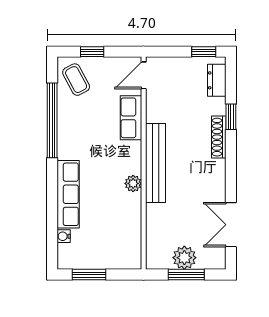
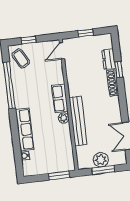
window: (204, 52) -> (86, 33), moved
dresser: (217, 80) -> (109, 59), moved
row of seats: (131, 118) -> (60, 98), moved
bench: (155, 163) -> (78, 121), moved
window: (89, 275) -> (59, 175), moved

